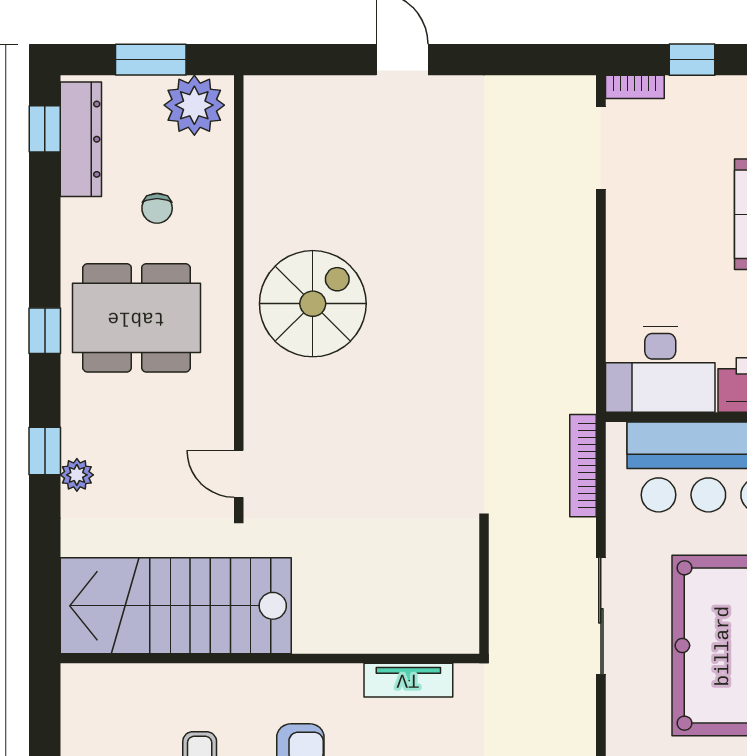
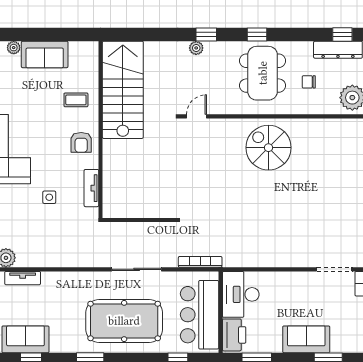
spiral stairs: (313, 304) -> (268, 148), turned 180
stairs: (176, 606) -> (123, 90), moved
wall: (270, 659) -> (101, 130), moved
tv unit: (408, 680) -> (91, 188), moved

